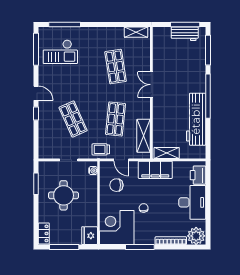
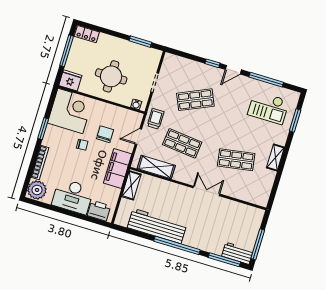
window: (65, 24) -> (295, 120), width x0.69
shelving: (136, 32) -> (275, 158), moved
workbench: (185, 34) -> (237, 253), moved, turned 90
window: (36, 49) -> (266, 80), moved
checkout: (60, 52) -> (268, 108), turned -90
chair: (116, 185) -> (105, 134), moved
round table: (64, 195) -> (111, 76), moved
window: (140, 247) -> (43, 129), width x0.69

